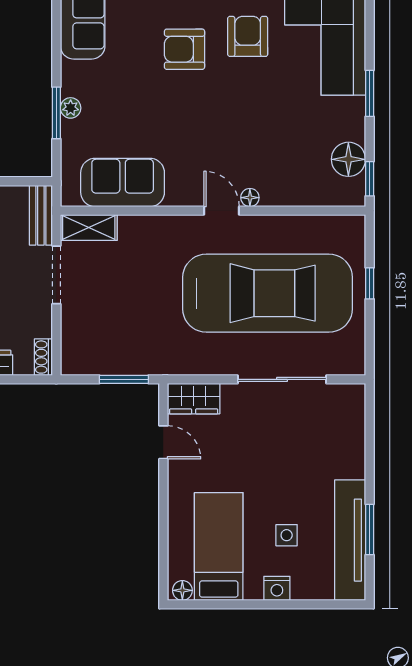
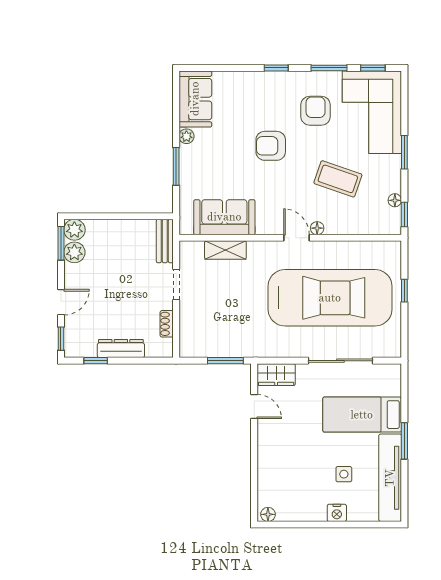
armchair: (184, 49) -> (271, 146), moved
plant: (71, 108) -> (186, 136), moved
coffee table: (278, 130) -> (338, 179), added
floor lamp: (348, 159) -> (395, 200), width x0.53, depth x0.53
shelving: (89, 228) -> (225, 250), moved
doorway: (56, 275) -> (176, 285), width x0.73
shoe rack: (43, 357) -> (167, 324), moved
window: (370, 529) -> (404, 441), moved
bed: (219, 546) -> (362, 415), moved, turned -90

